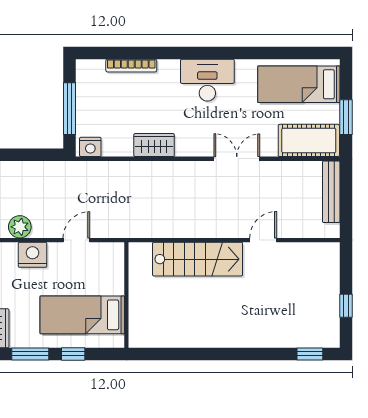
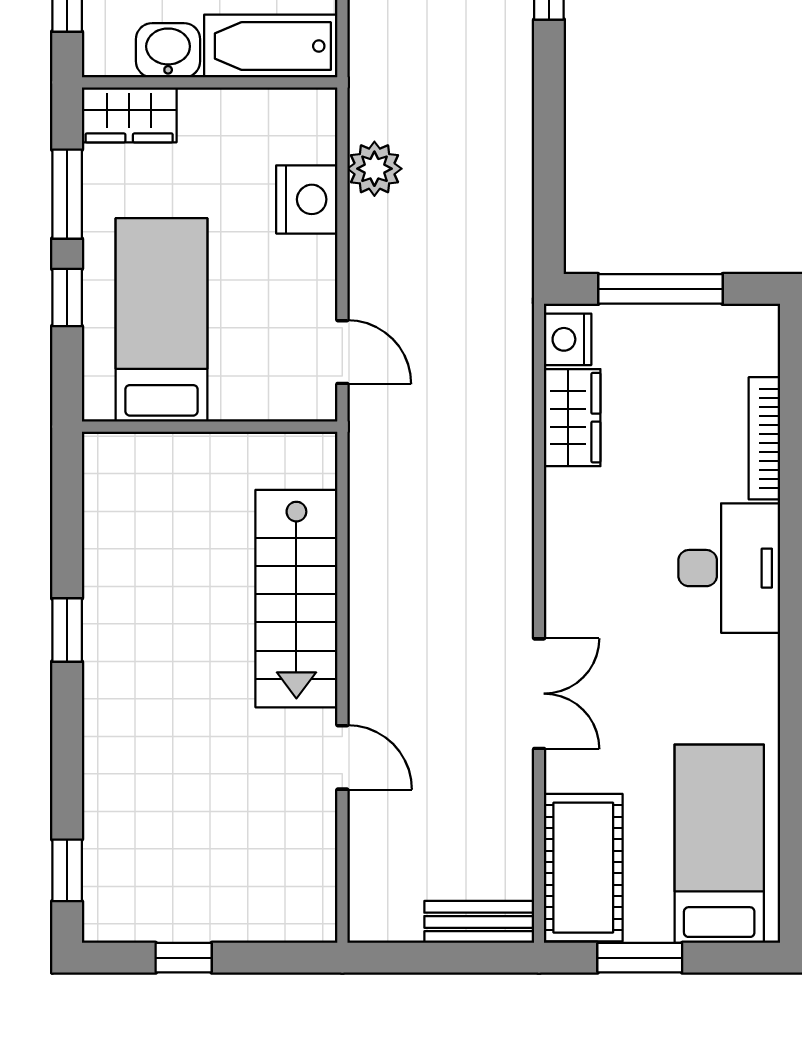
desk: (207, 80) -> (729, 568), moved
wardrobe: (154, 145) -> (572, 418), moved
bench: (331, 192) -> (479, 922), width x0.73
door: (76, 240) -> (342, 352), moved
window: (211, 354) -> (67, 630), added

